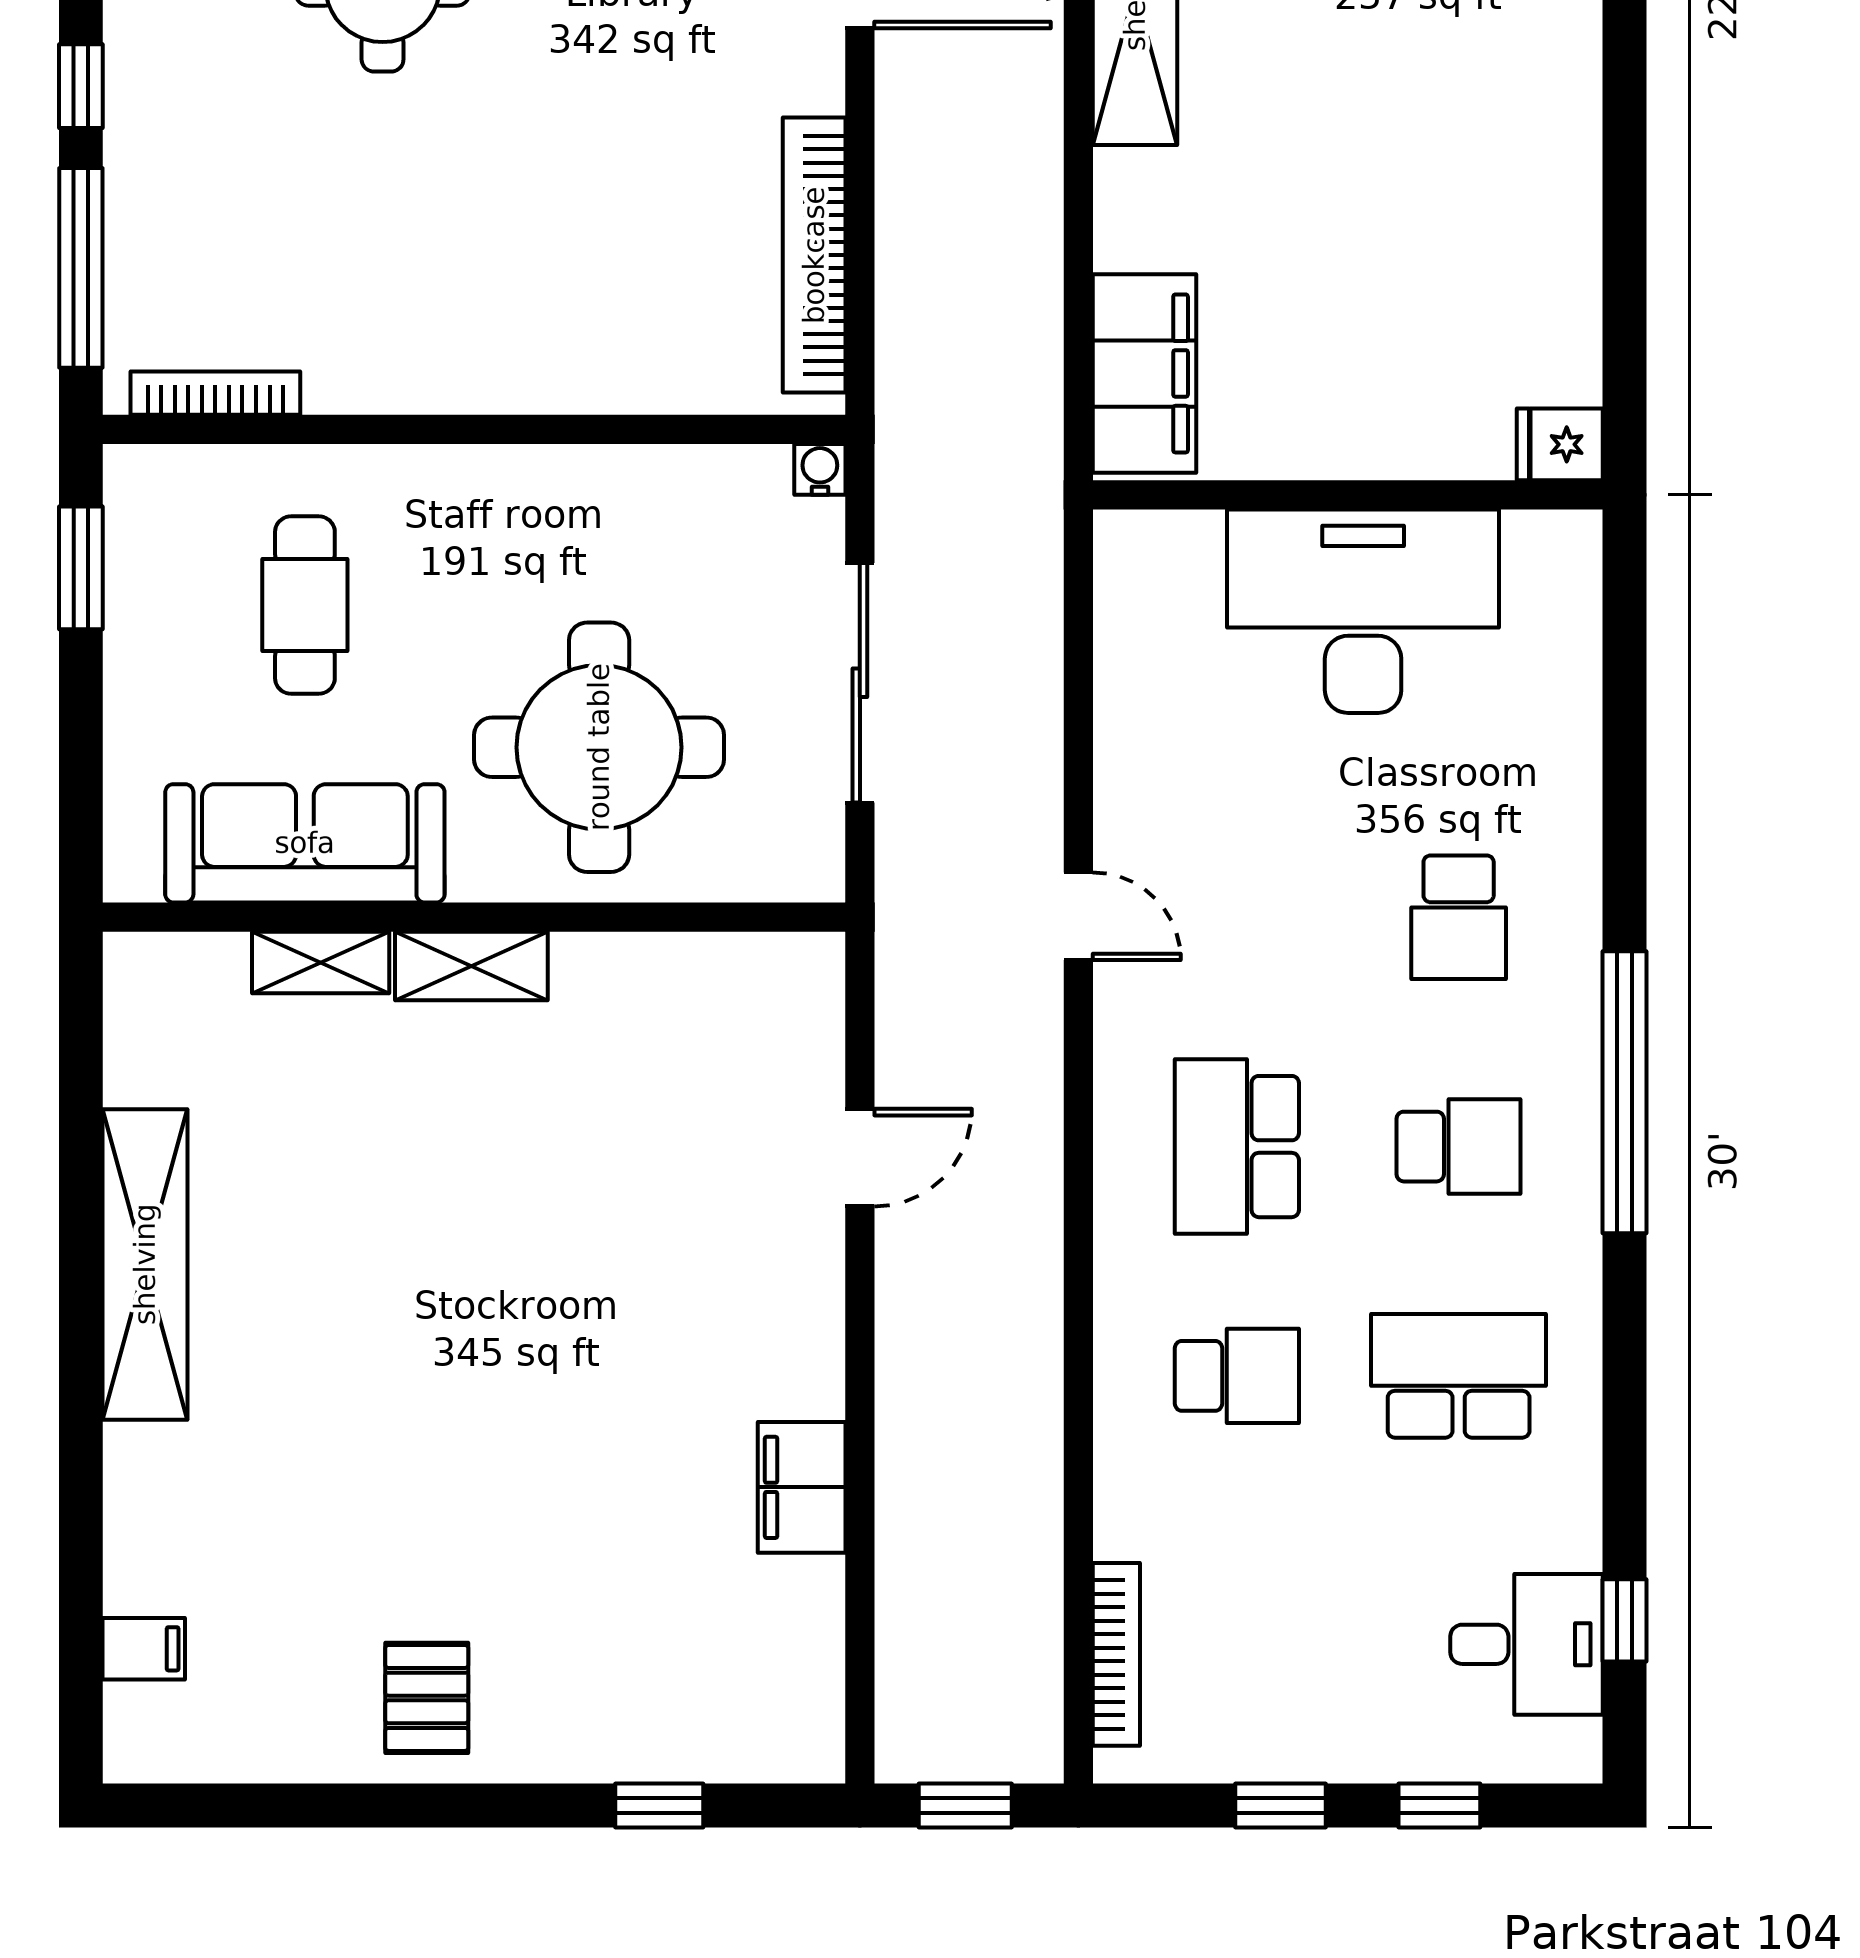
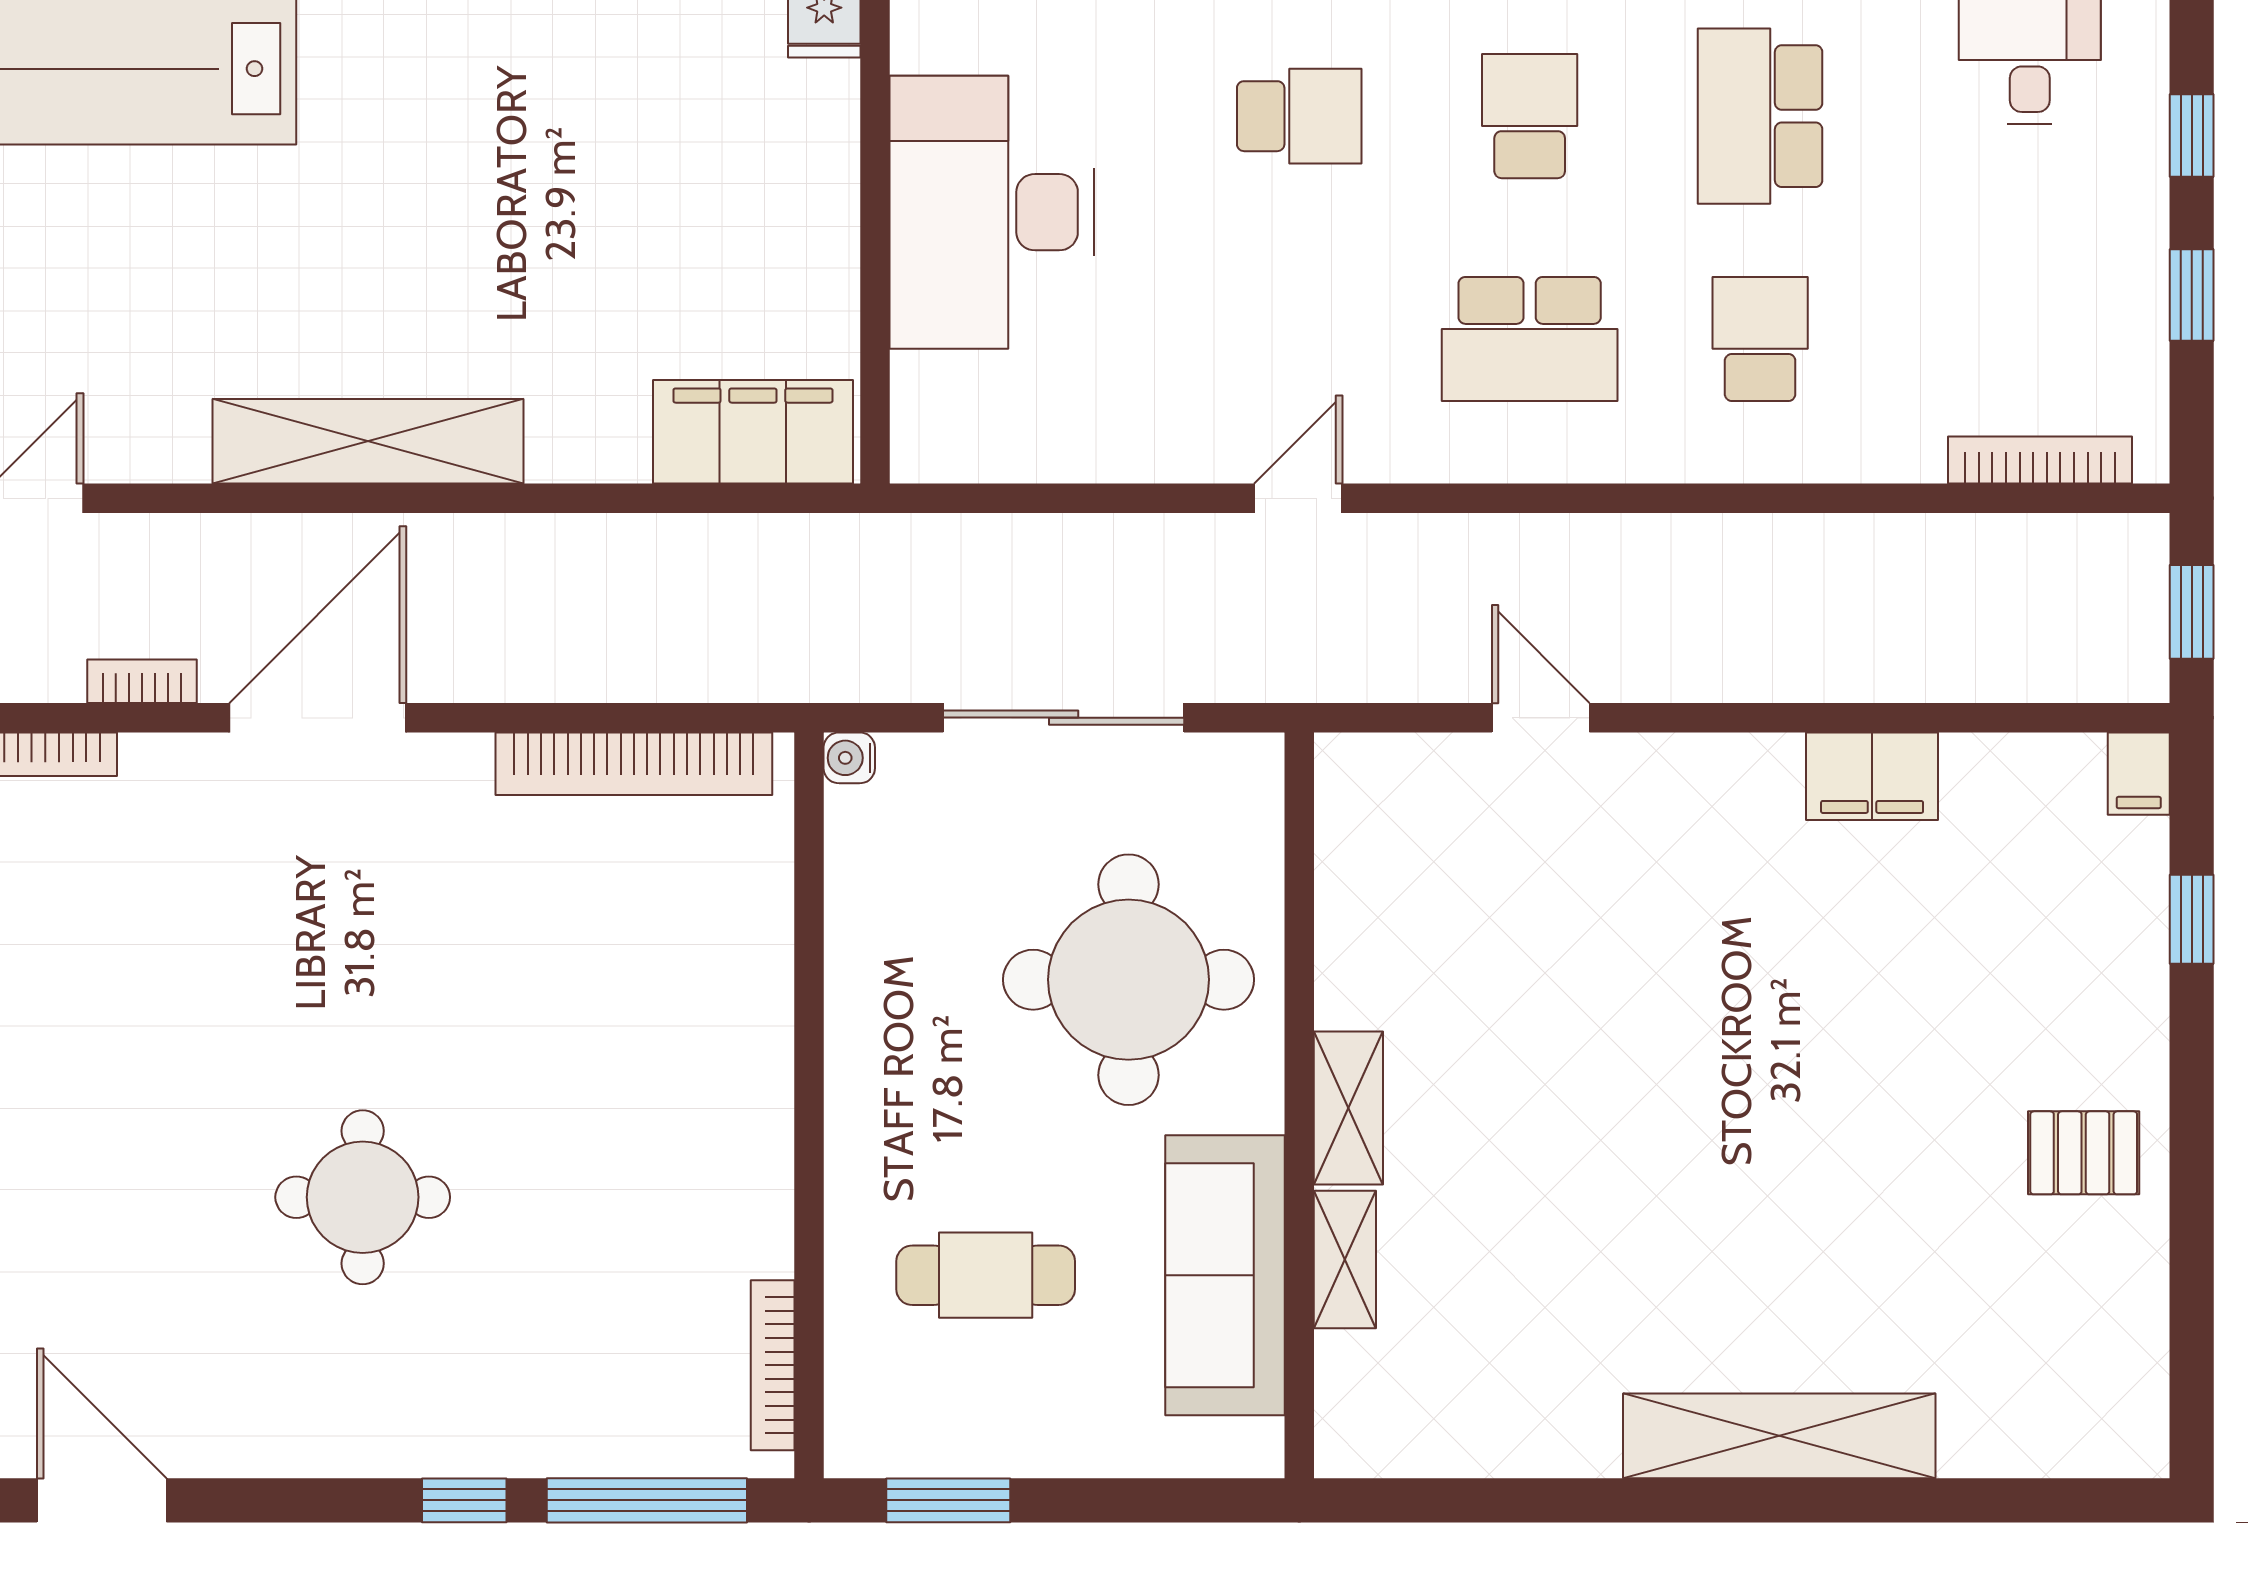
shelving: (145, 1264) -> (1779, 1436), moved
filing cabinet: (144, 1649) -> (2139, 774), moved, turned 180

